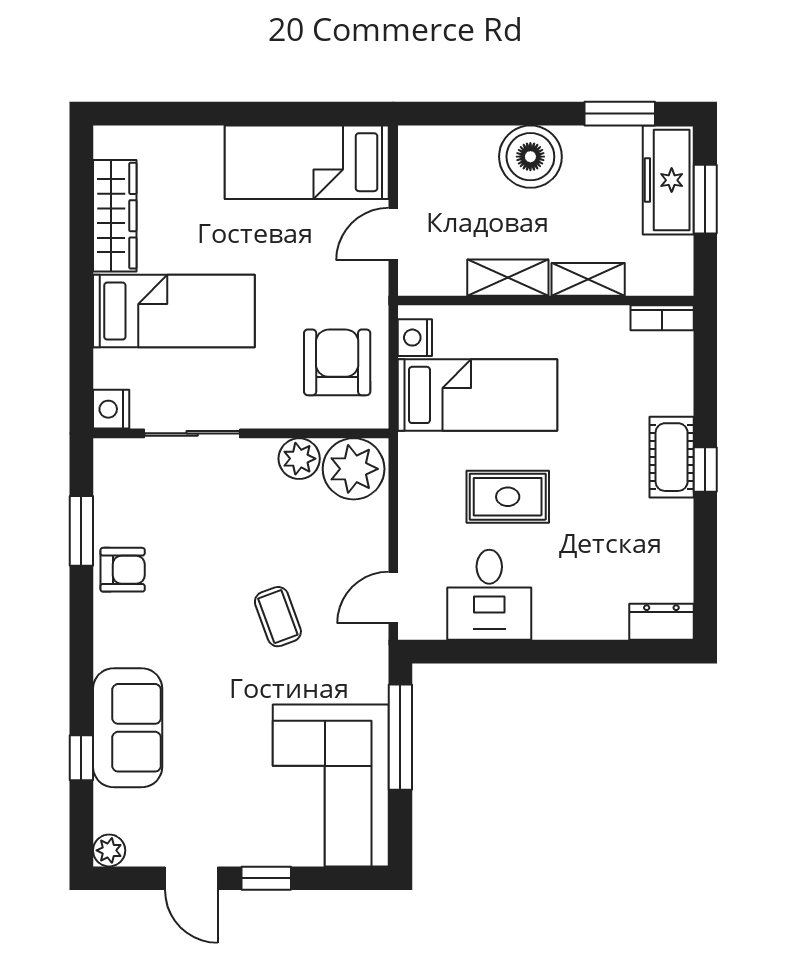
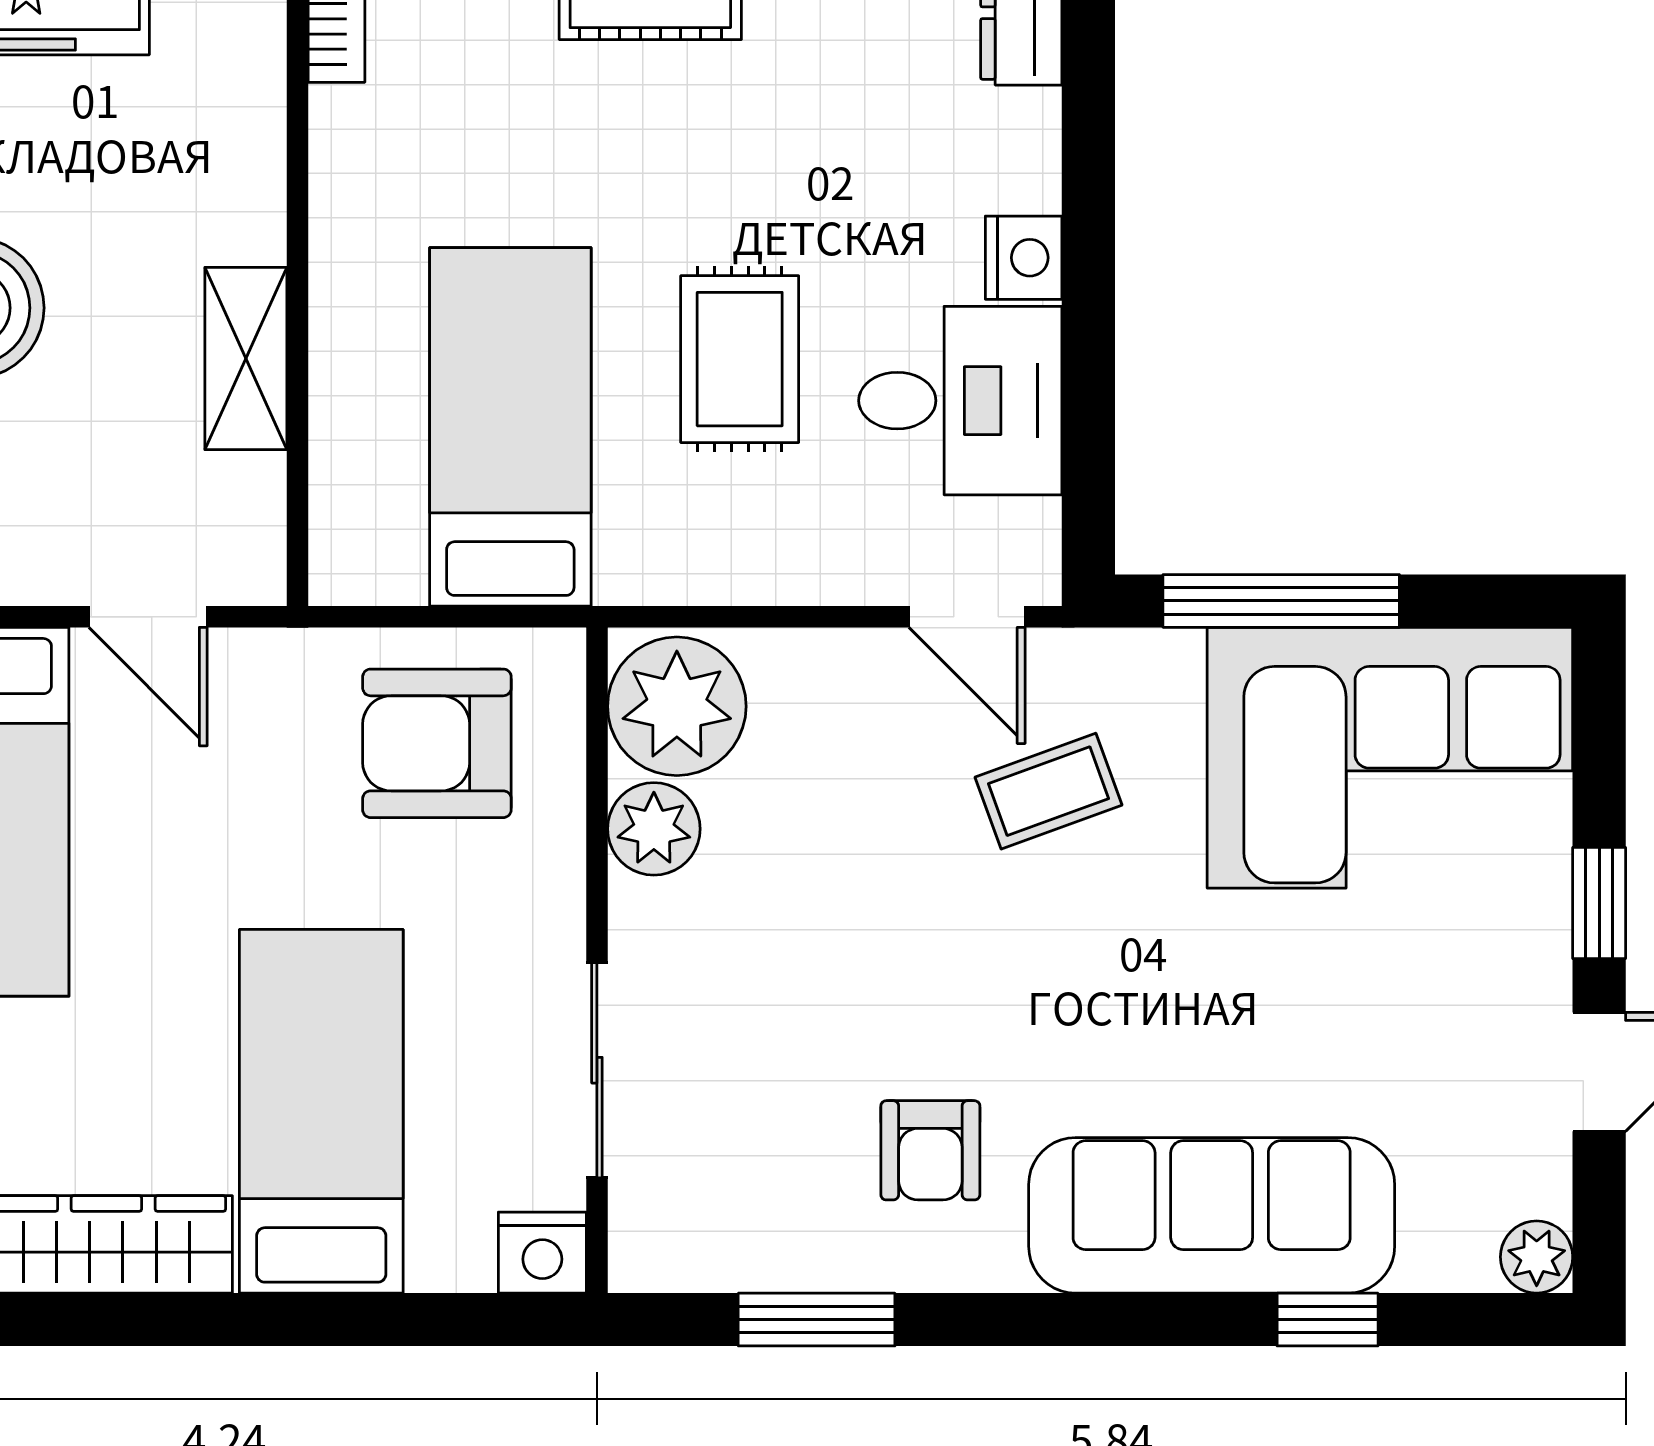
shelving: (588, 279) -> (250, 178), removed
nightstand: (415, 338) -> (1024, 258), moved, turned -90
armchair: (123, 570) -> (930, 1150), moved, turned 180
coffee table: (278, 617) -> (1048, 791), moved
sofa: (128, 728) -> (1212, 1215), width x1.36

